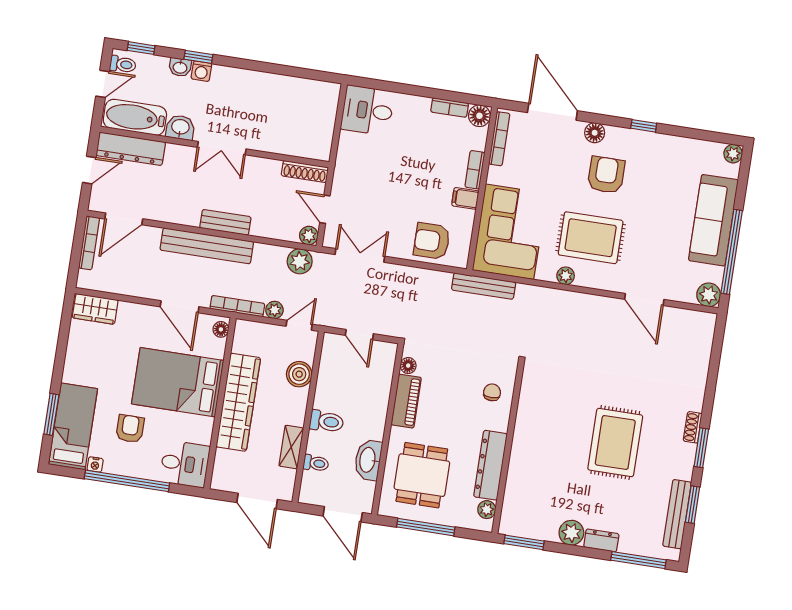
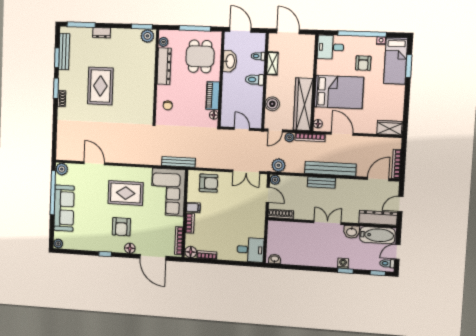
washbasin: (180, 67) -> (275, 259), moved
plant: (566, 276) -> (136, 172), removed
wardrobe: (238, 402) -> (303, 104), moved
plant: (571, 533) -> (147, 36), moved

